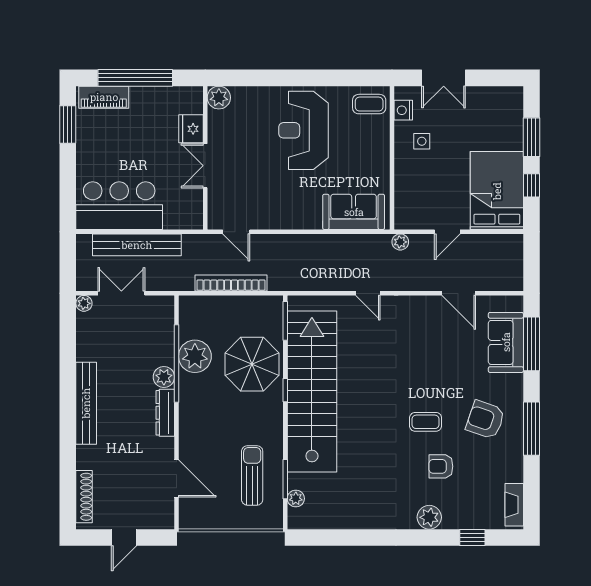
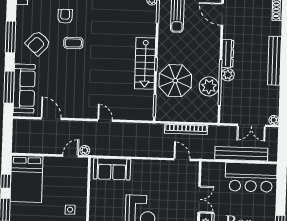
door: (447, 232) -> (71, 156), moved
sofa: (506, 342) -> (24, 89), width x1.36
stairs: (312, 391) -> (145, 63), width x0.54, depth x0.66
armchair: (485, 420) -> (38, 43), turned 114
armchair: (441, 466) -> (65, 16), turned -90

